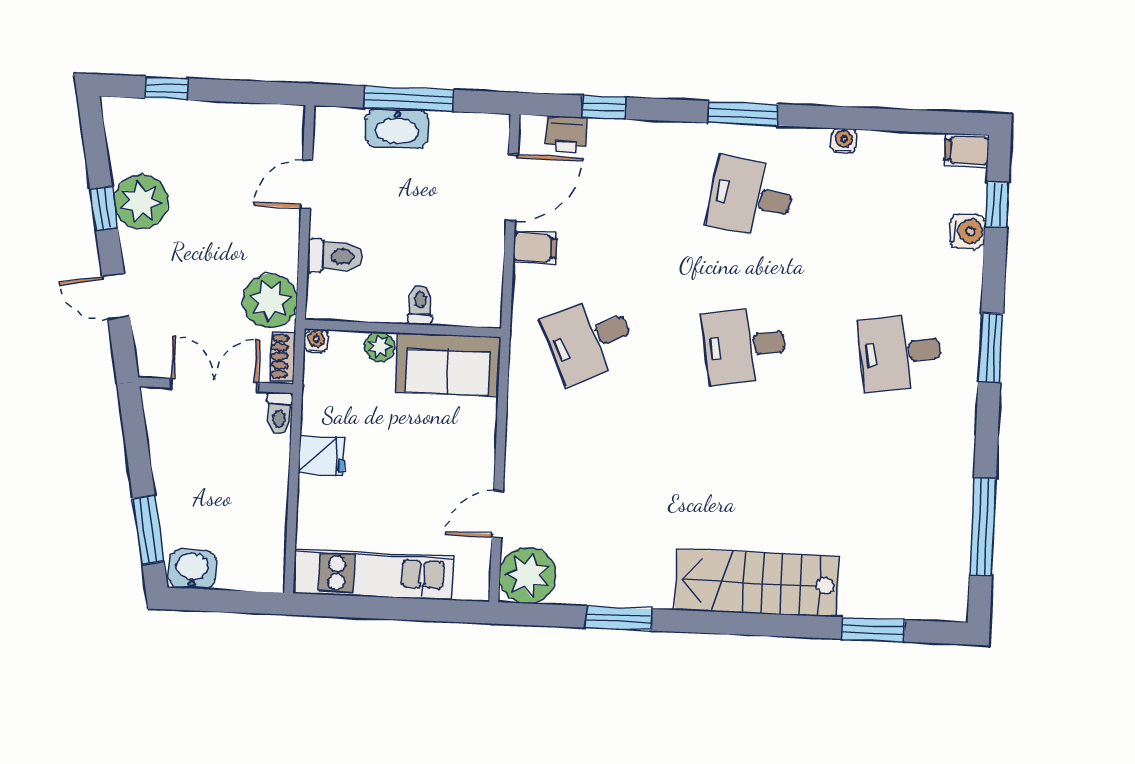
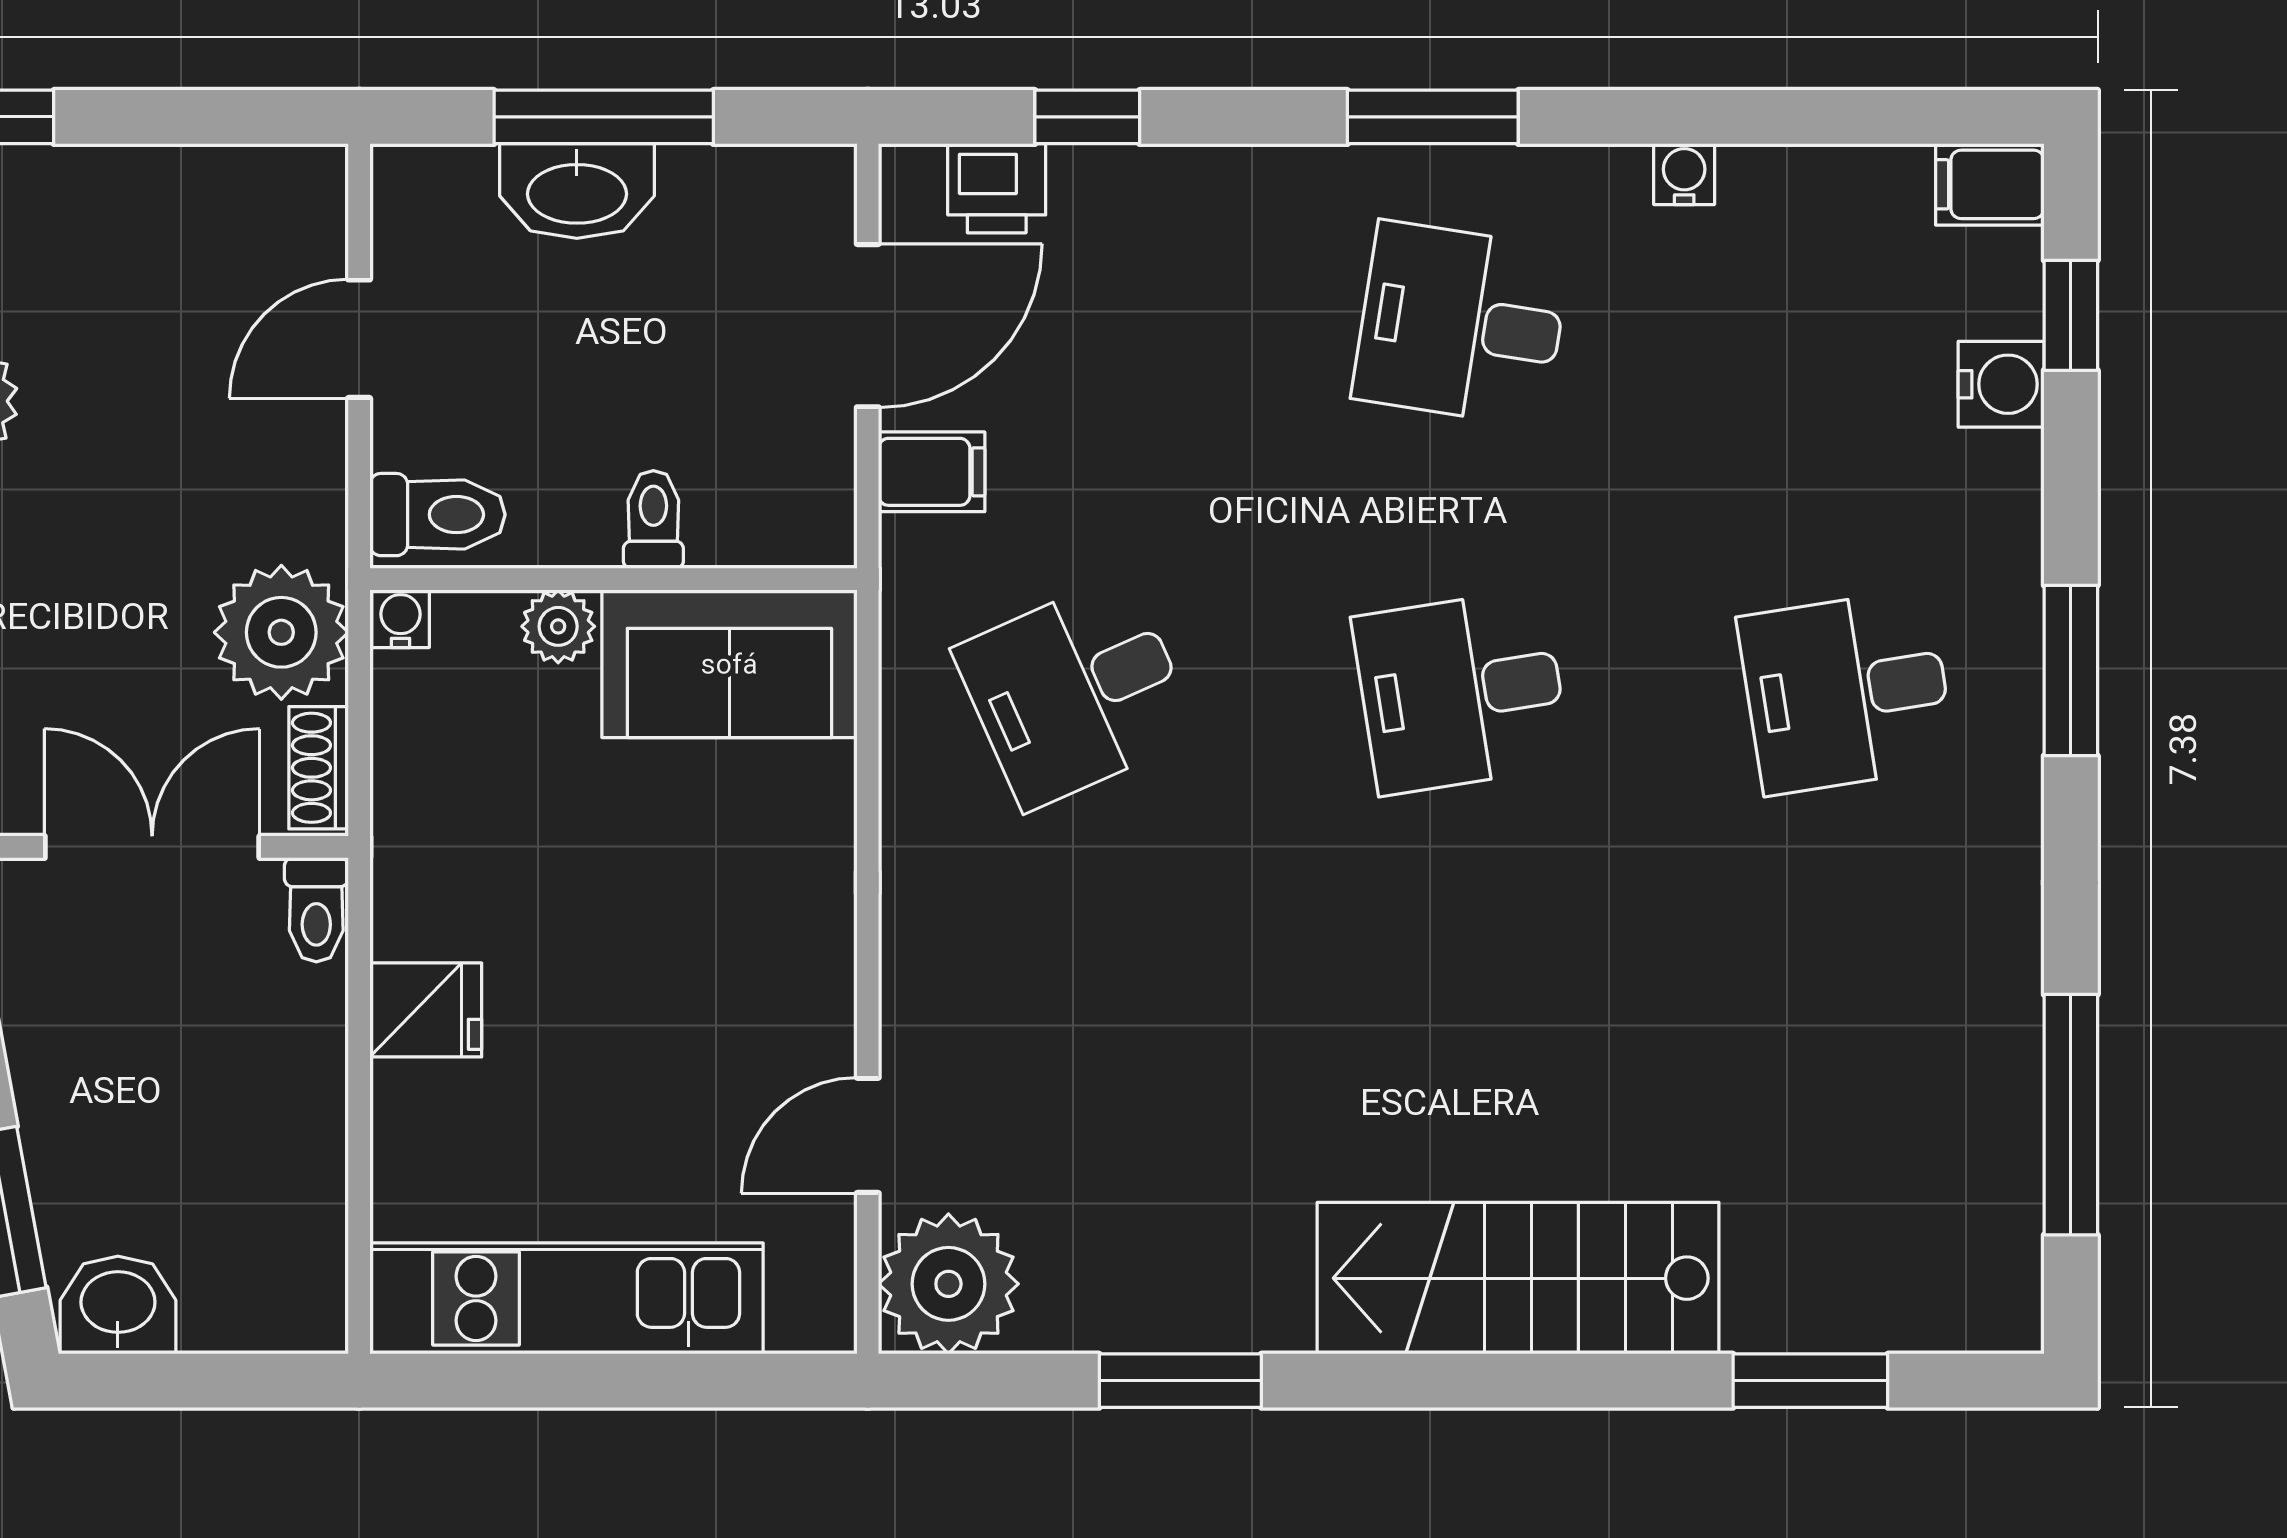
toilet: (420, 305) -> (653, 520), moved
wall: (403, 328) -> (613, 579), moved
water cooler: (316, 341) -> (400, 619), moved
plant: (380, 347) -> (558, 626), moved
sofa: (448, 365) -> (729, 664), moved

